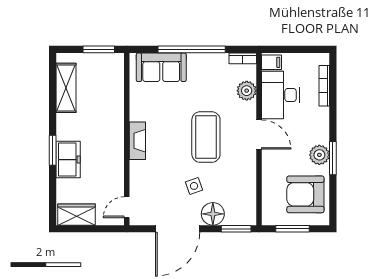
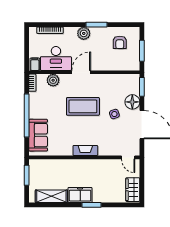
plant: (319, 155) -> (84, 33), moved
freezer: (68, 160) -> (80, 195), moved
armchair: (305, 194) -> (120, 42), width x0.53, depth x0.53

